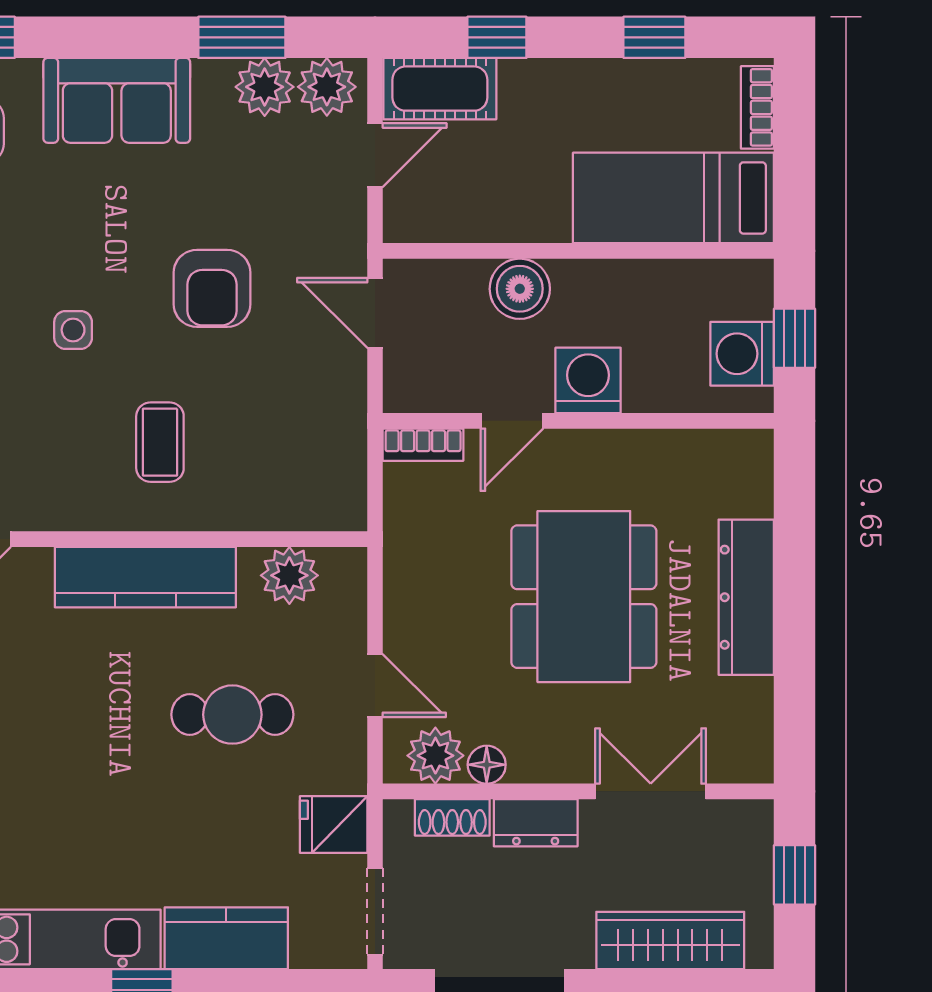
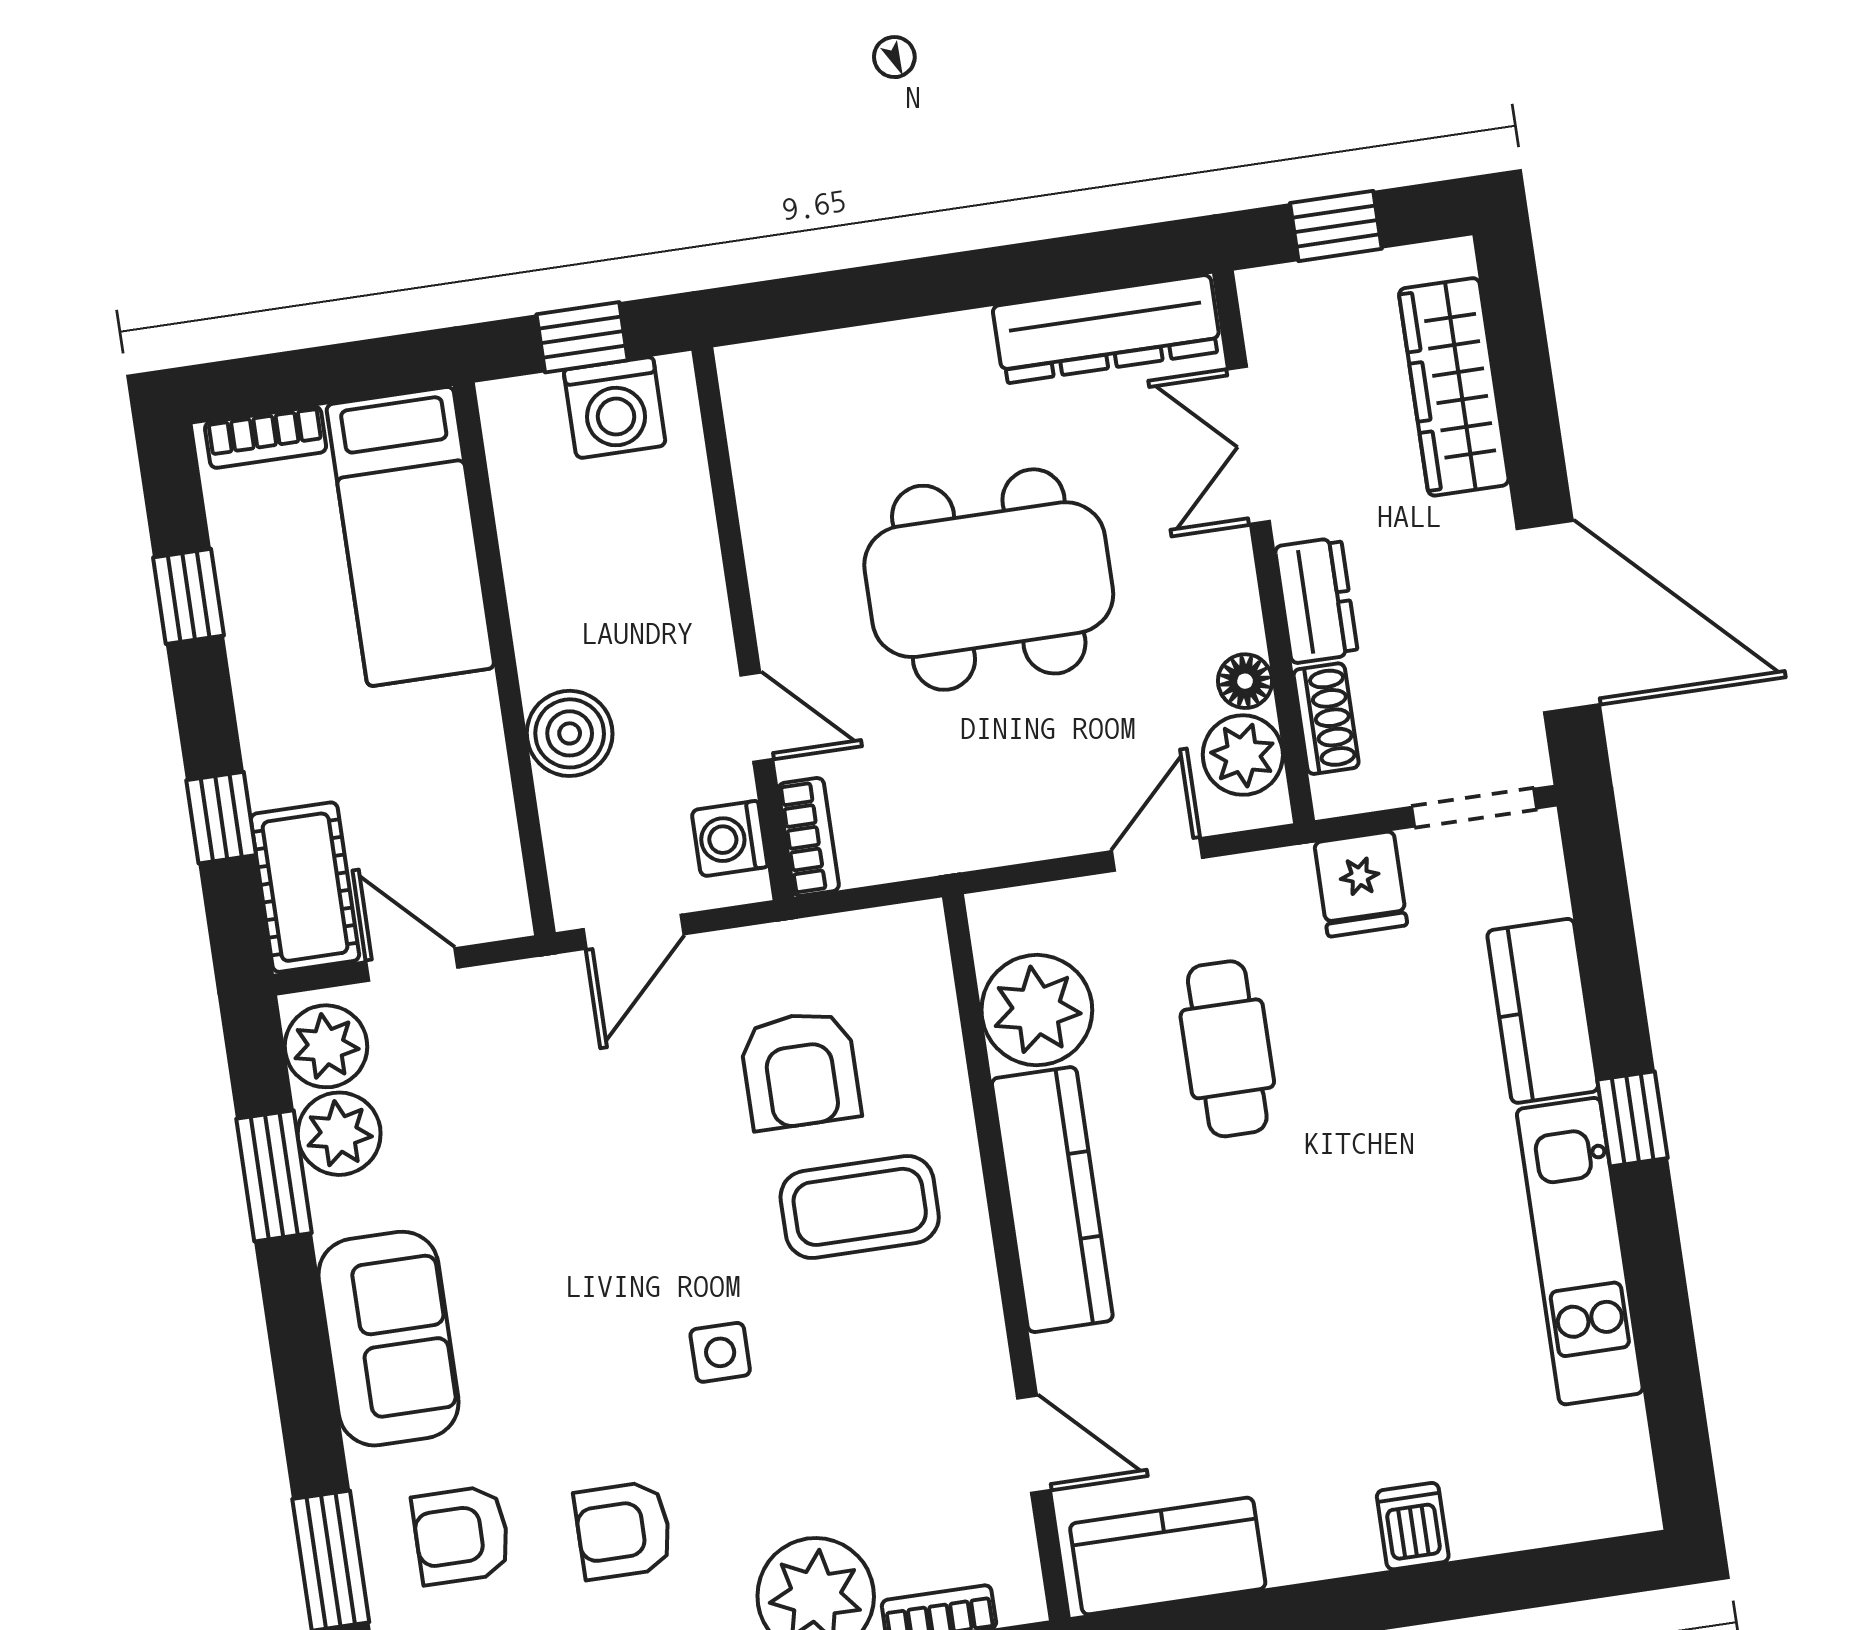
armchair: (212, 288) -> (800, 1070), moved, turned 90
washing machine: (588, 380) -> (730, 839), moved, width x0.73, depth x0.73
coffee table: (160, 442) -> (860, 1207), width x1.36, depth x1.30
plant: (289, 575) -> (1037, 1010), width x1.36, depth x1.36
dresser: (746, 597) -> (1107, 329), moved

